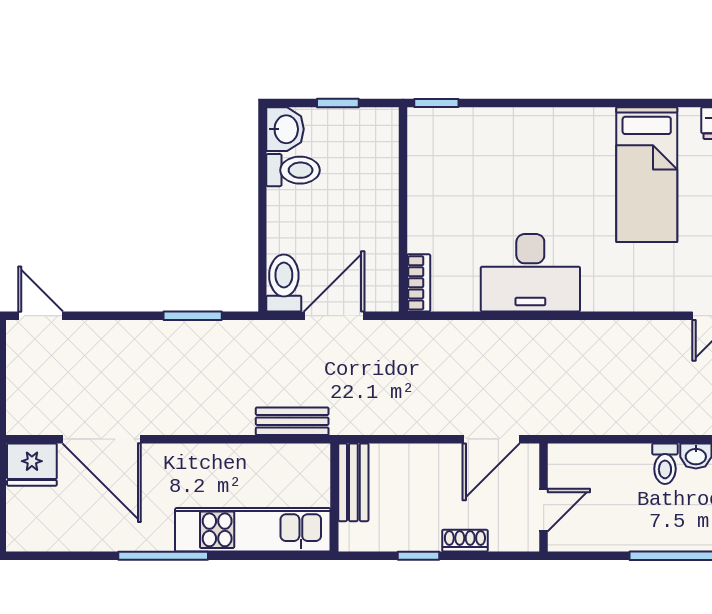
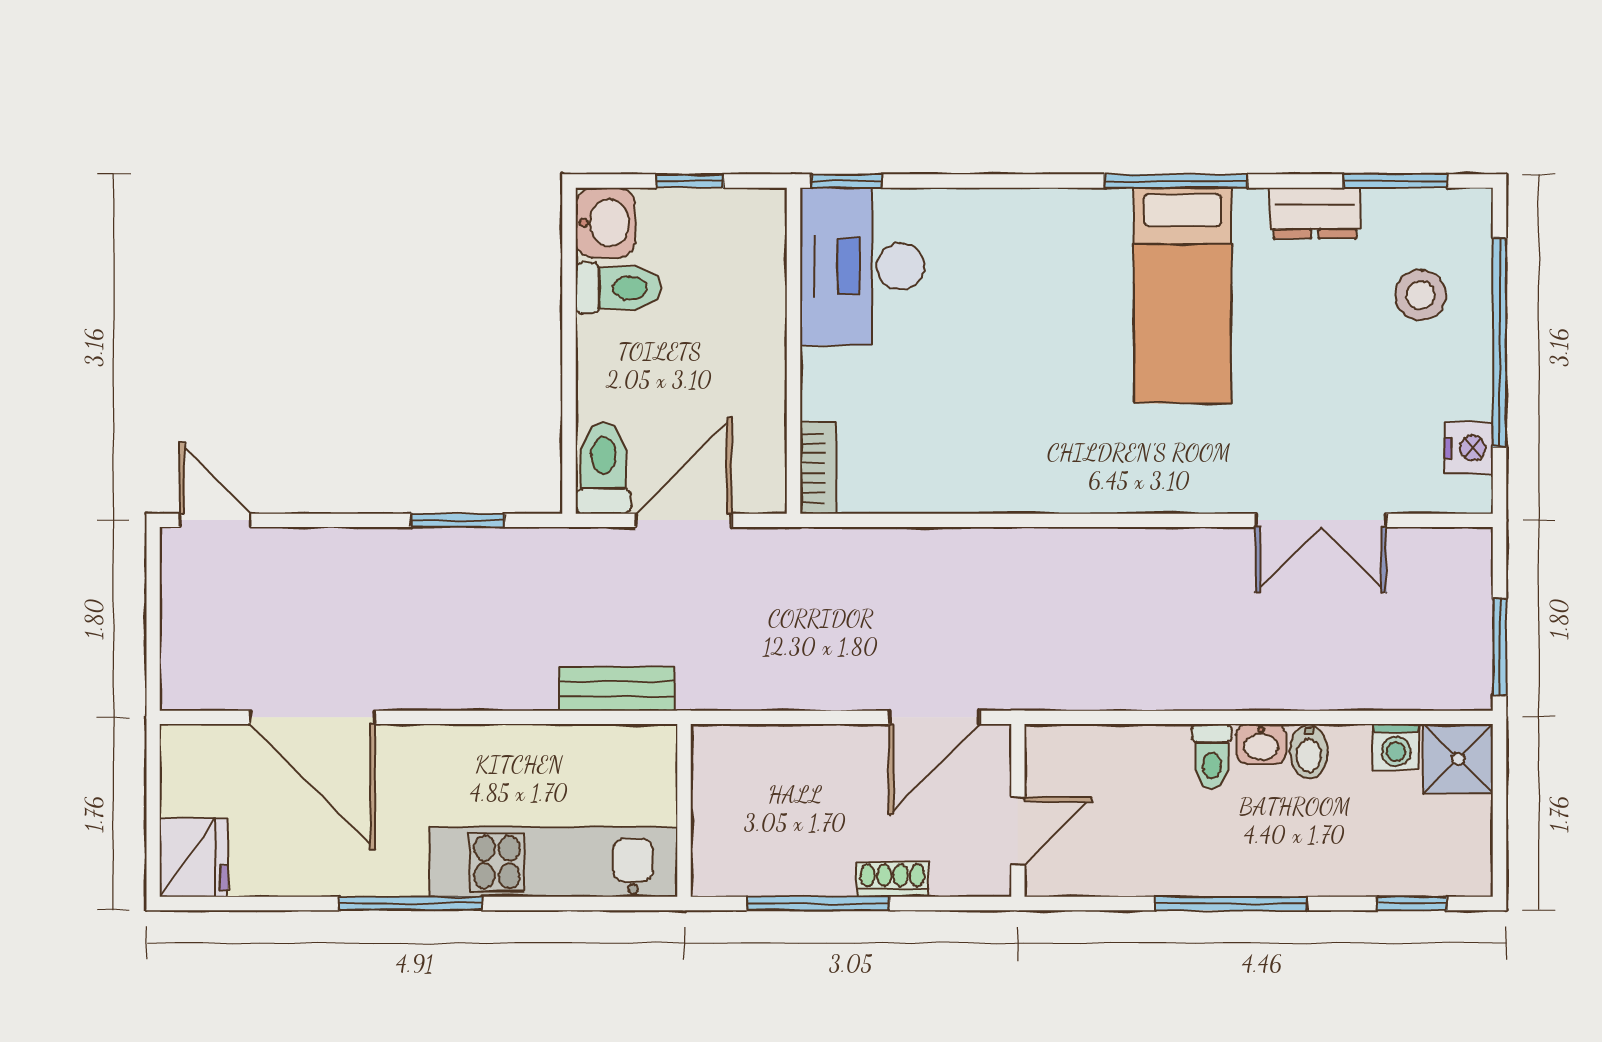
window: (643, 103) -> (1176, 181), added
desk: (530, 273) -> (862, 267), moved, turned 90
fridge: (32, 465) -> (194, 857), moved, turned -90
bench: (353, 482) -> (714, 786), removed
window: (419, 556) -> (818, 904), width x2.17

